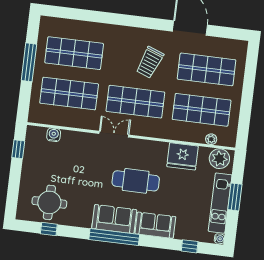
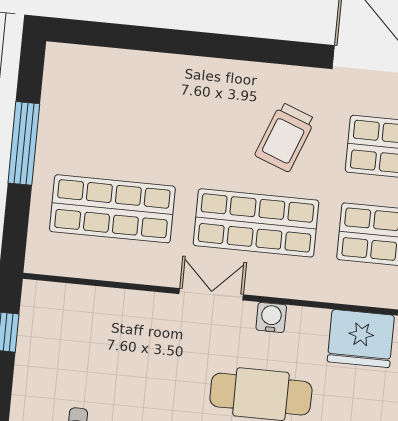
shop shelf: (74, 53) -> (121, 121), removed
water cooler: (54, 135) -> (271, 317), moved

